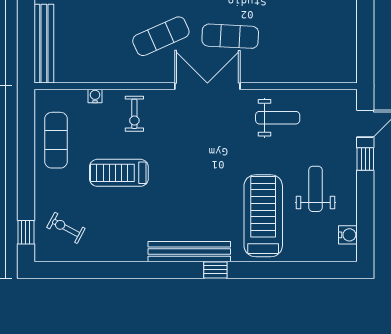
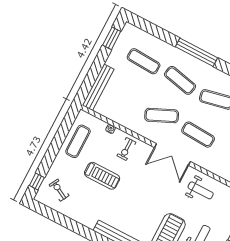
double door: (207, 86) -> (172, 155), swing flipped
treadmill: (119, 173) -> (102, 176), turned 180

